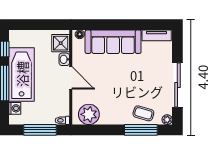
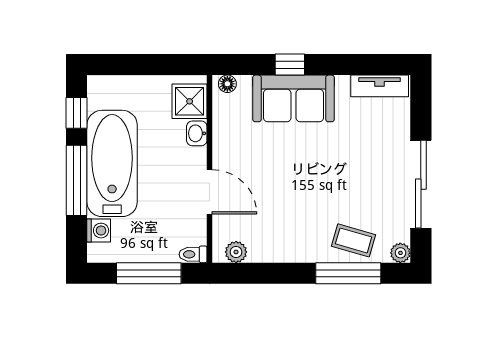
window: (111, 25) -> (290, 65), added
sofa: (113, 42) -> (293, 98), width x0.73
door: (71, 78) -> (210, 192), moved
plant: (89, 114) -> (236, 252), width x0.53, depth x0.53

